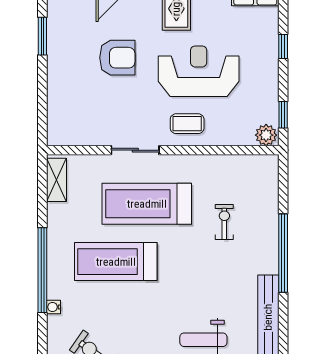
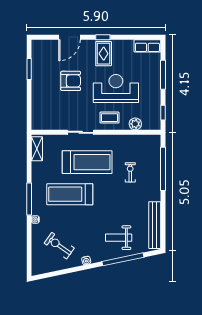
window: (283, 47) -> (163, 75), width x2.17
plant: (266, 135) -> (135, 124), moved
treadmill: (147, 204) -> (87, 162), turned 180
window: (283, 253) -> (163, 169), moved
window: (42, 270) -> (29, 199), width x0.68

